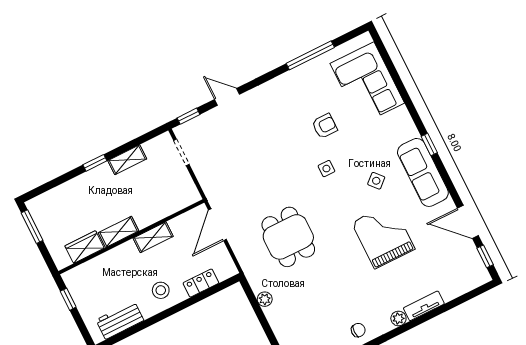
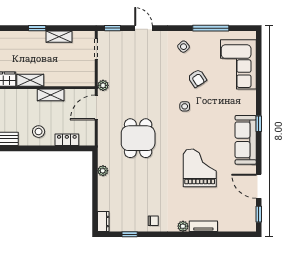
armchair: (325, 126) -> (197, 78), turned 57
side table: (376, 181) -> (184, 47), moved
plant: (212, 193) -> (103, 85), added

